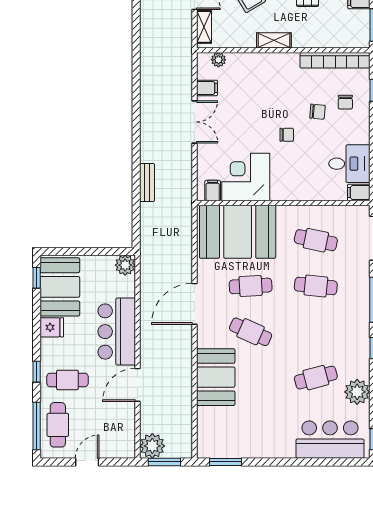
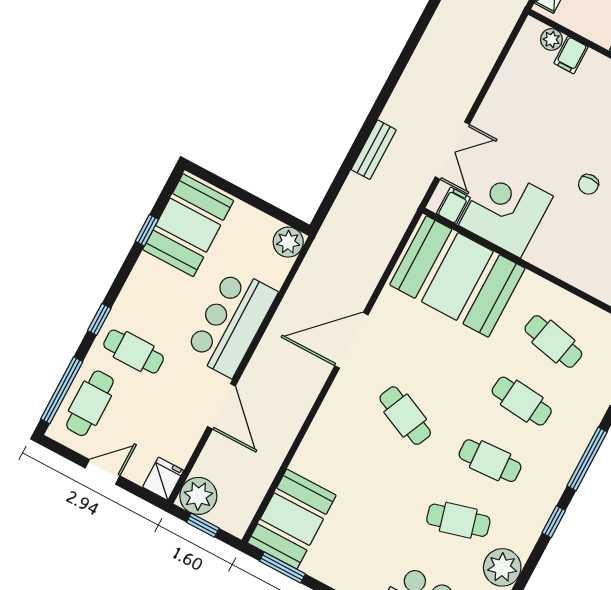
filing cabinet: (207, 88) -> (571, 55), moved, turned 90
double door: (194, 122) -> (452, 151), moved
chair: (287, 135) -> (588, 184), turned 90
window: (37, 278) -> (147, 230), moved
cafe table: (251, 286) -> (490, 461), moved
fridge: (52, 327) -> (163, 479), moved, turned -90
booth: (216, 377) -> (292, 519), moved
door: (138, 385) -> (221, 406), swing flipped
window: (164, 462) -> (203, 525), width x0.67

